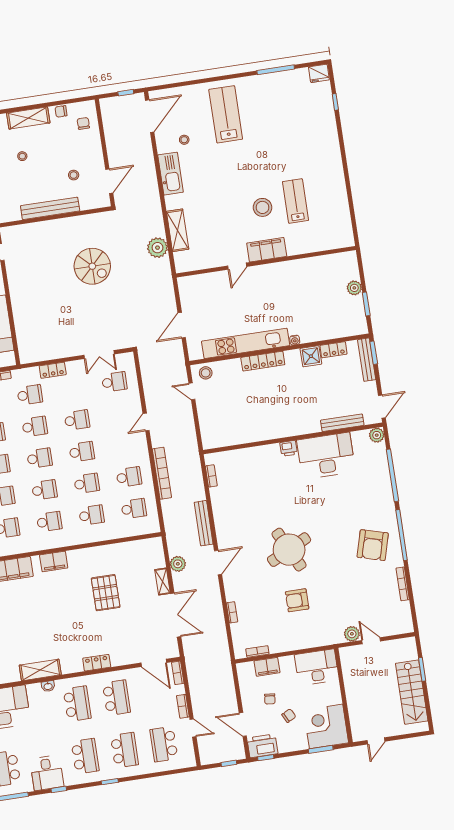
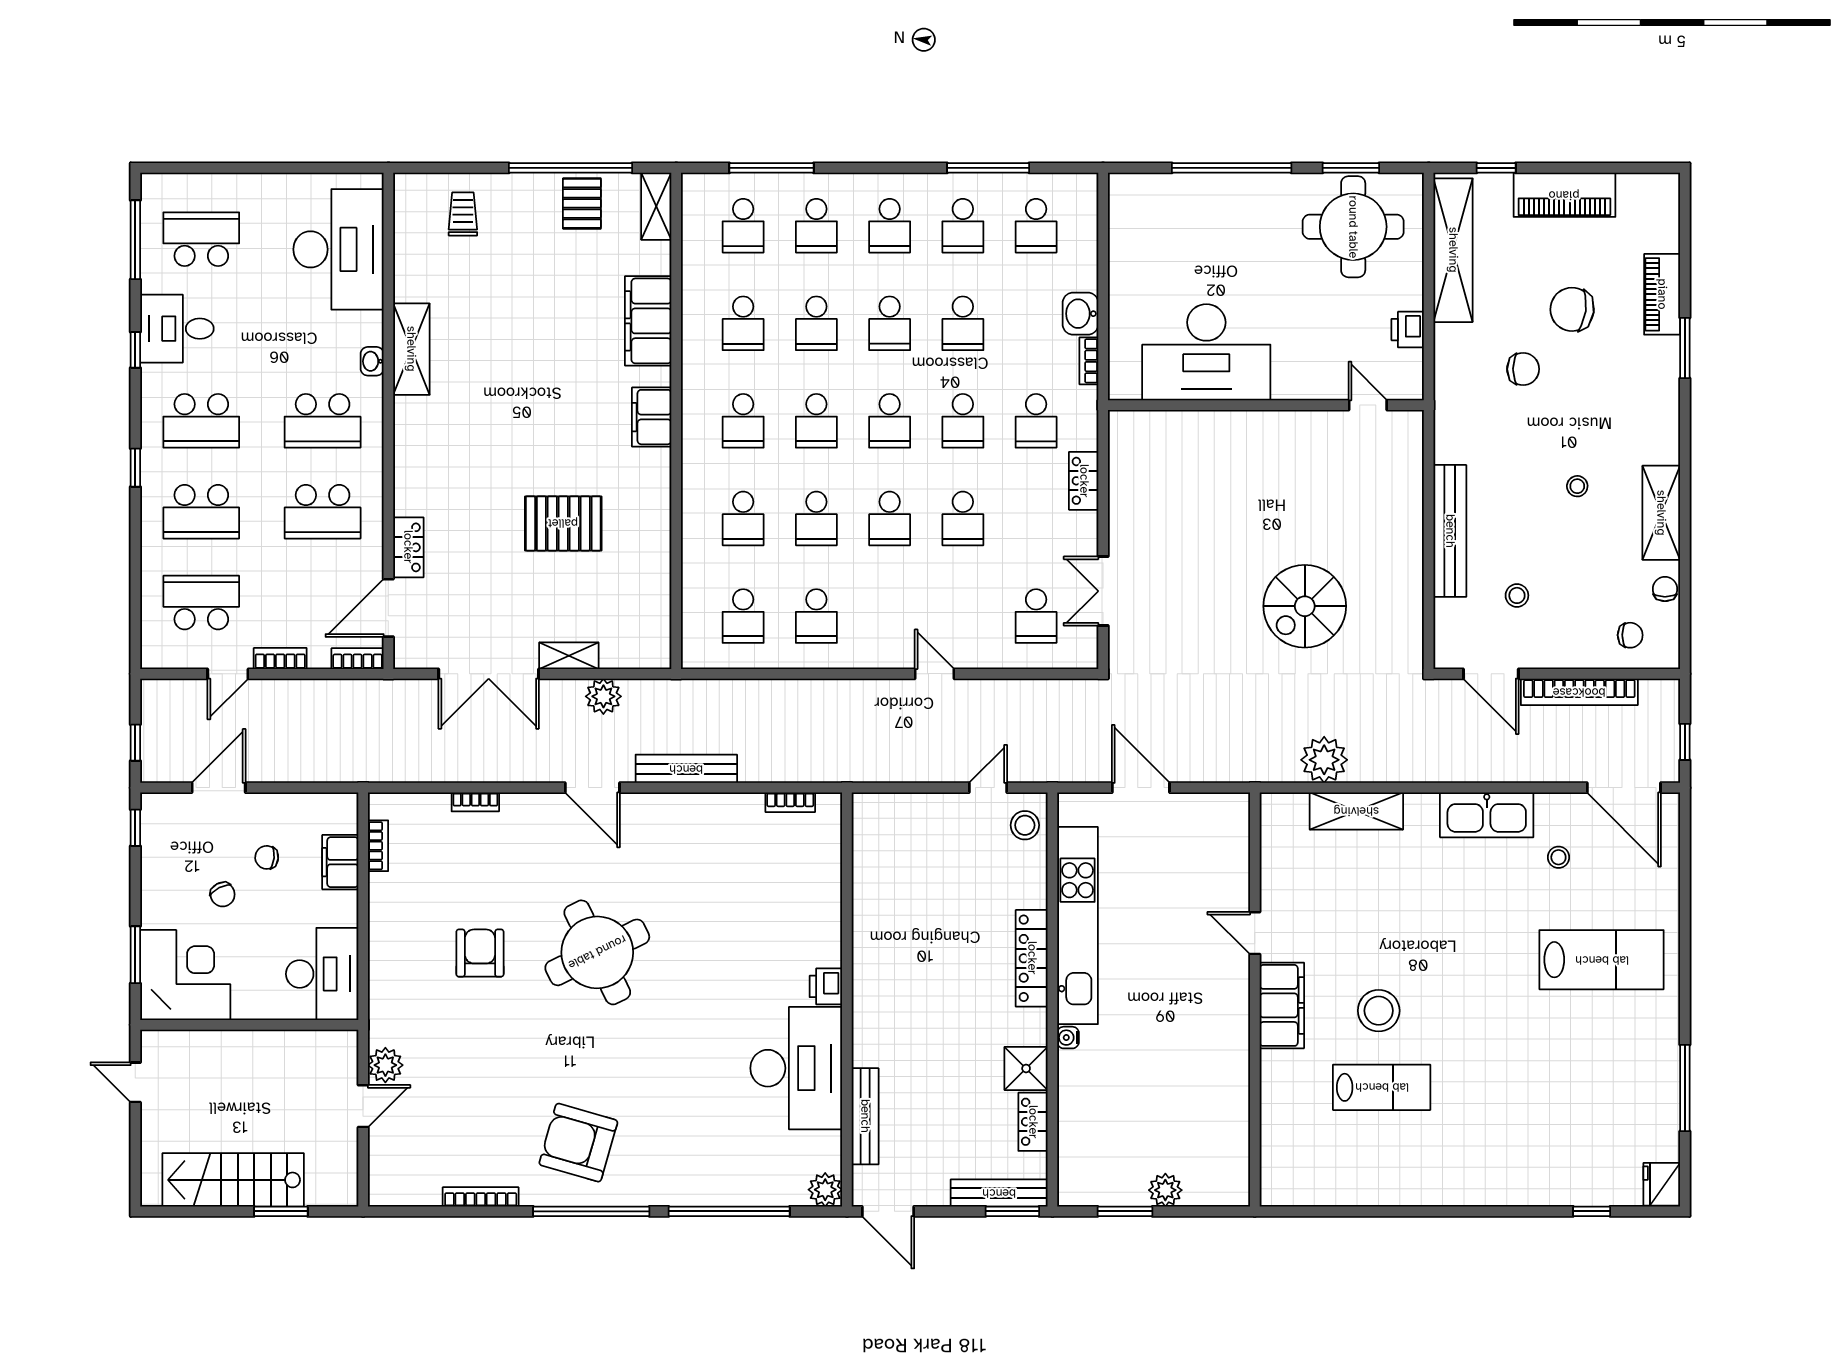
bookcase: (162, 473) -> (1579, 692), moved
locker: (97, 663) -> (408, 547), moved
printer: (263, 746) -> (163, 825), removed

